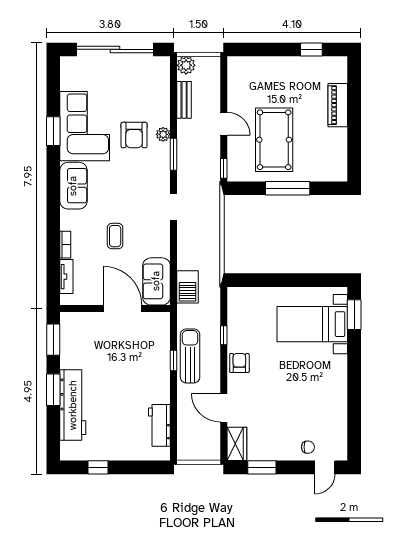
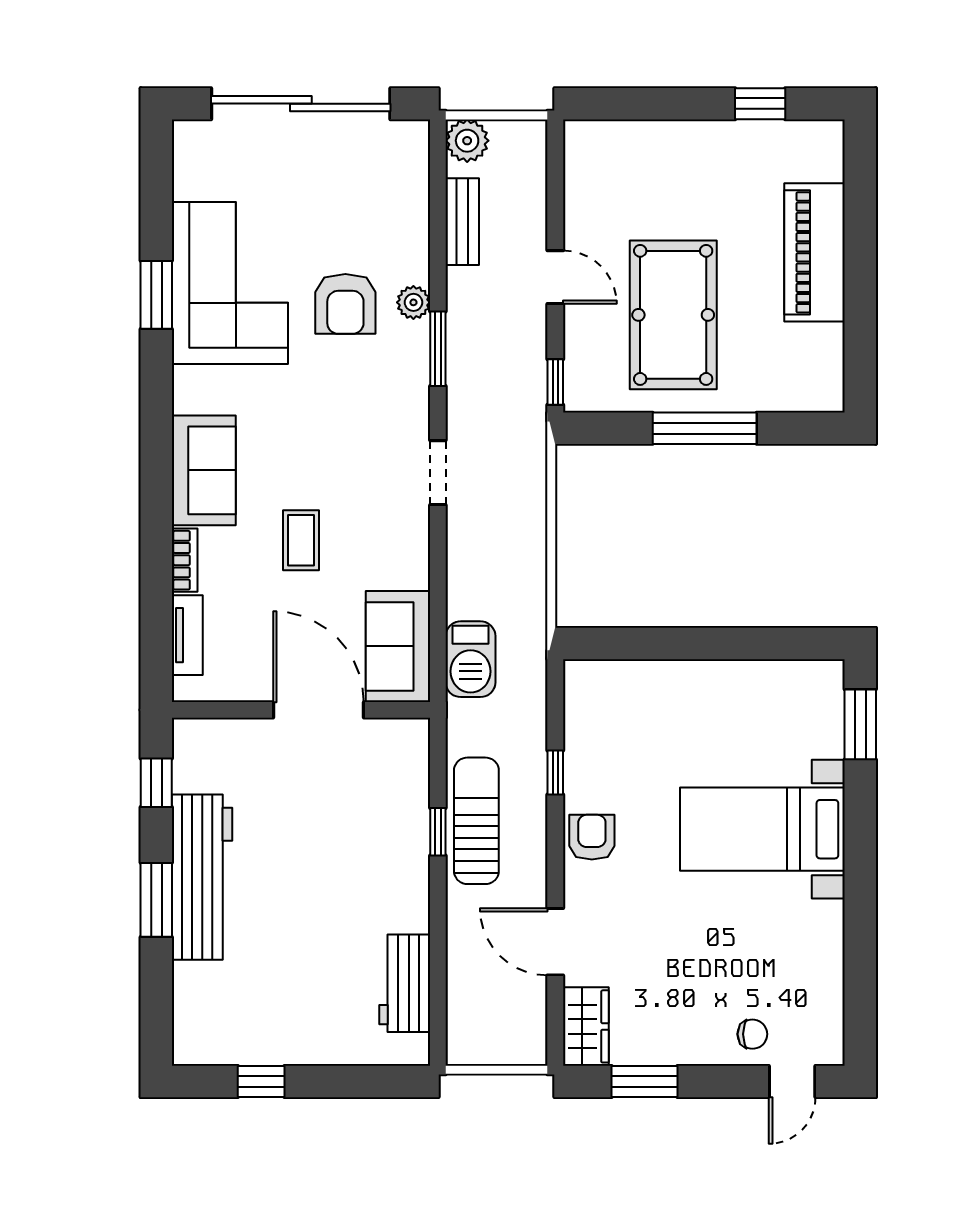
piano: (338, 105) -> (815, 252), width x1.37, depth x1.33
sofa: (73, 186) -> (204, 470), moved
bed with nightstands: (312, 324) -> (762, 829), moved
window: (53, 340) -> (156, 783), width x0.67
workbench: (73, 405) -> (202, 877), moved

